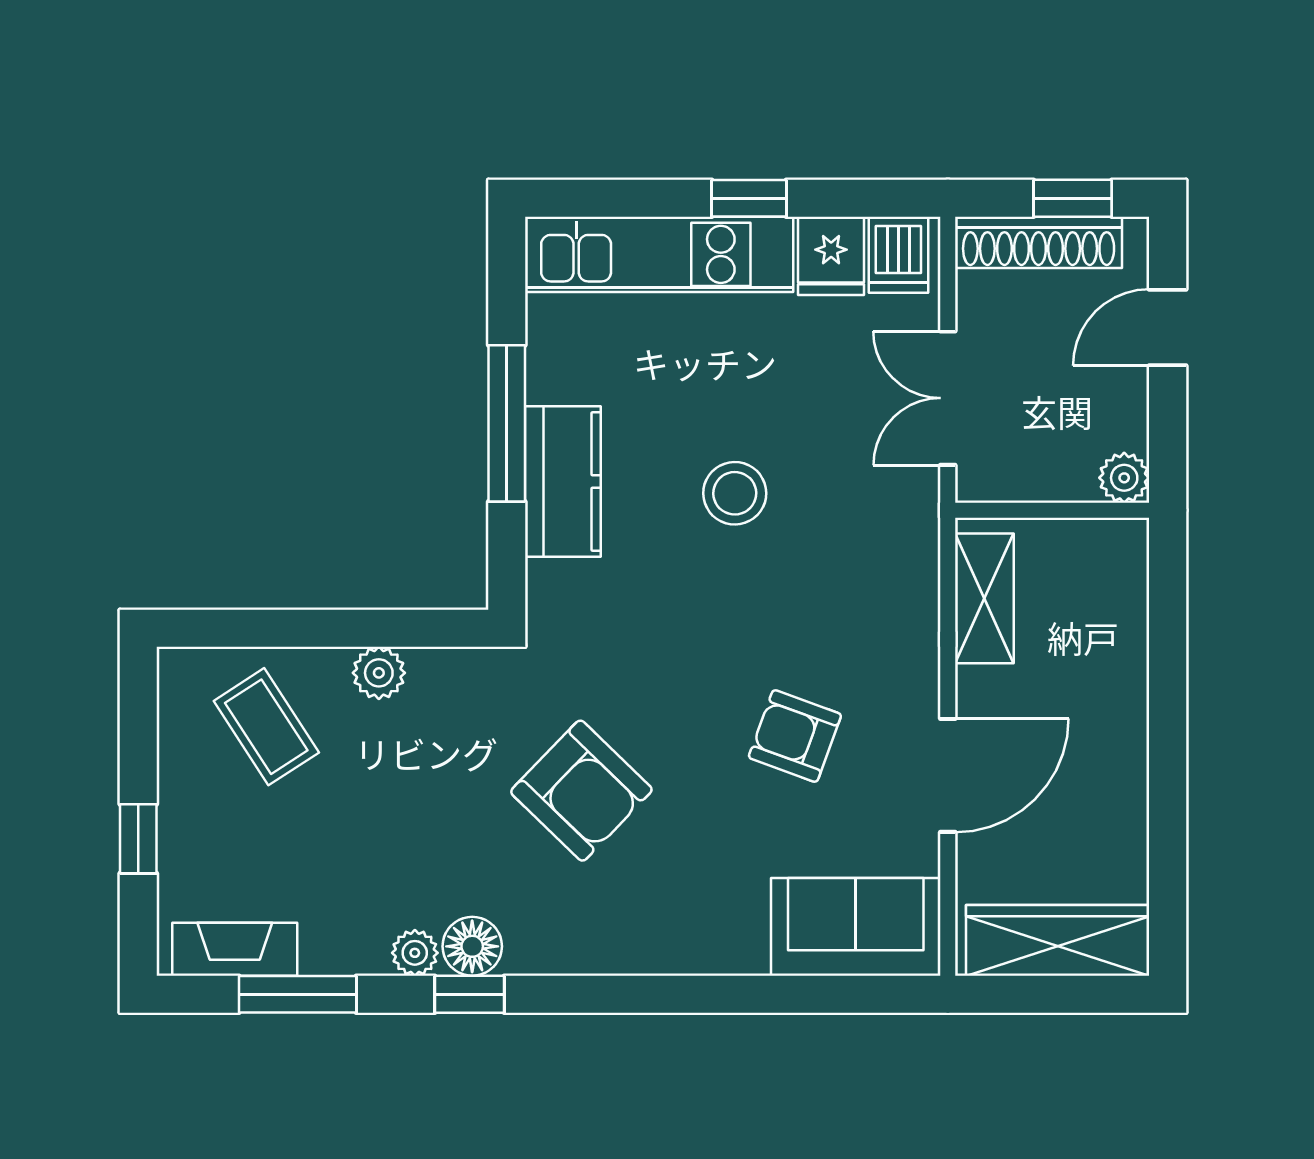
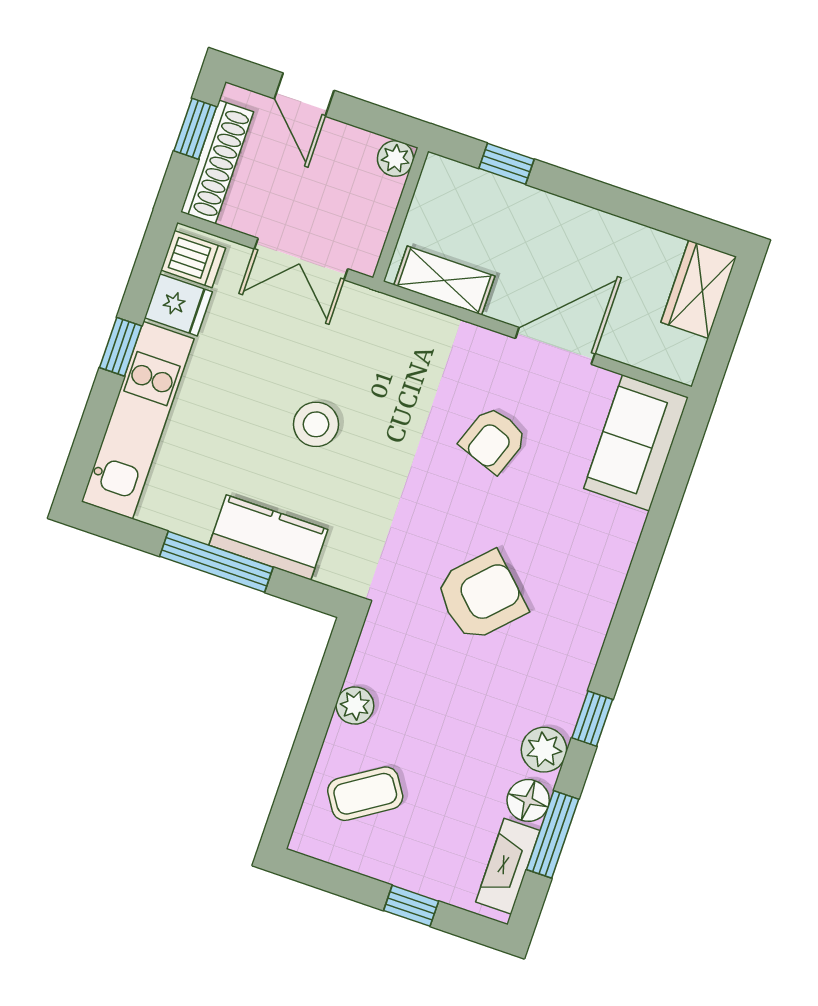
window: (1168, 628) -> (507, 164), added
door: (948, 775) -> (555, 346), hinge flipped
wardrobe: (1058, 940) -> (699, 289), width x0.67
floor lamp: (472, 946) -> (528, 800), moved
plant: (415, 953) -> (544, 750), width x1.38, depth x1.38

